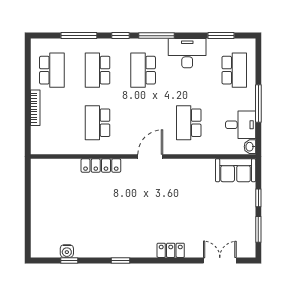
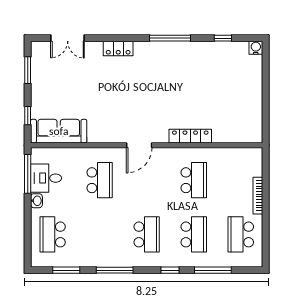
window: (156, 36) -> (115, 270), moved
desk: (187, 53) -> (101, 252), removed
window: (258, 104) -> (28, 174), moved
washbasin: (250, 147) -> (36, 201), moved
sofa: (236, 170) -> (59, 131), width x1.36
window: (258, 198) -> (28, 116), moved
water cooler: (67, 251) -> (256, 48), moved
window: (121, 260) -> (170, 38), width x2.17

